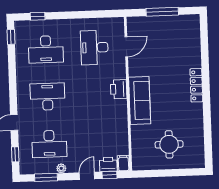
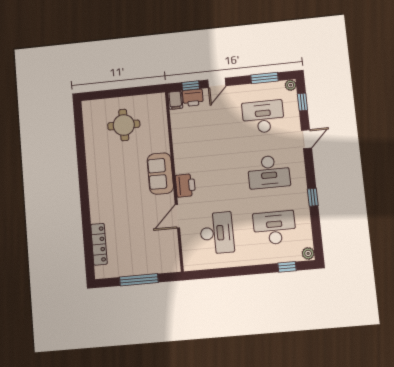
plant: (19, 27) -> (308, 253), added
window: (11, 37) -> (313, 197), moved
door: (126, 47) -> (177, 216), moved
locker: (196, 85) -> (99, 244), moved
sofa: (140, 101) -> (160, 174), width x0.73
plant: (61, 168) -> (291, 85), moved

